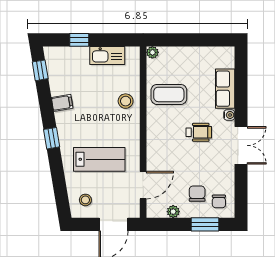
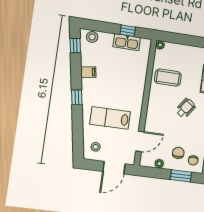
window: (79, 40) -> (128, 31), moved
stool: (126, 101) -> (92, 37), moved
wheelchair: (199, 132) -> (186, 108), turned -54
lab bench: (99, 159) -> (110, 118), turned 180

